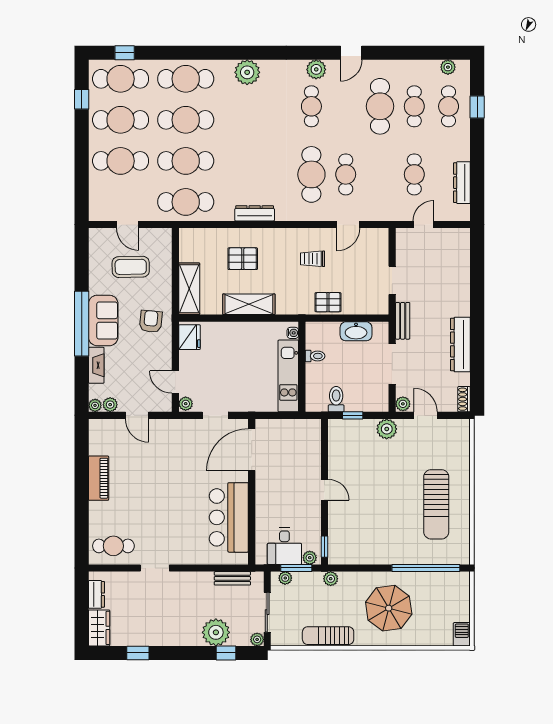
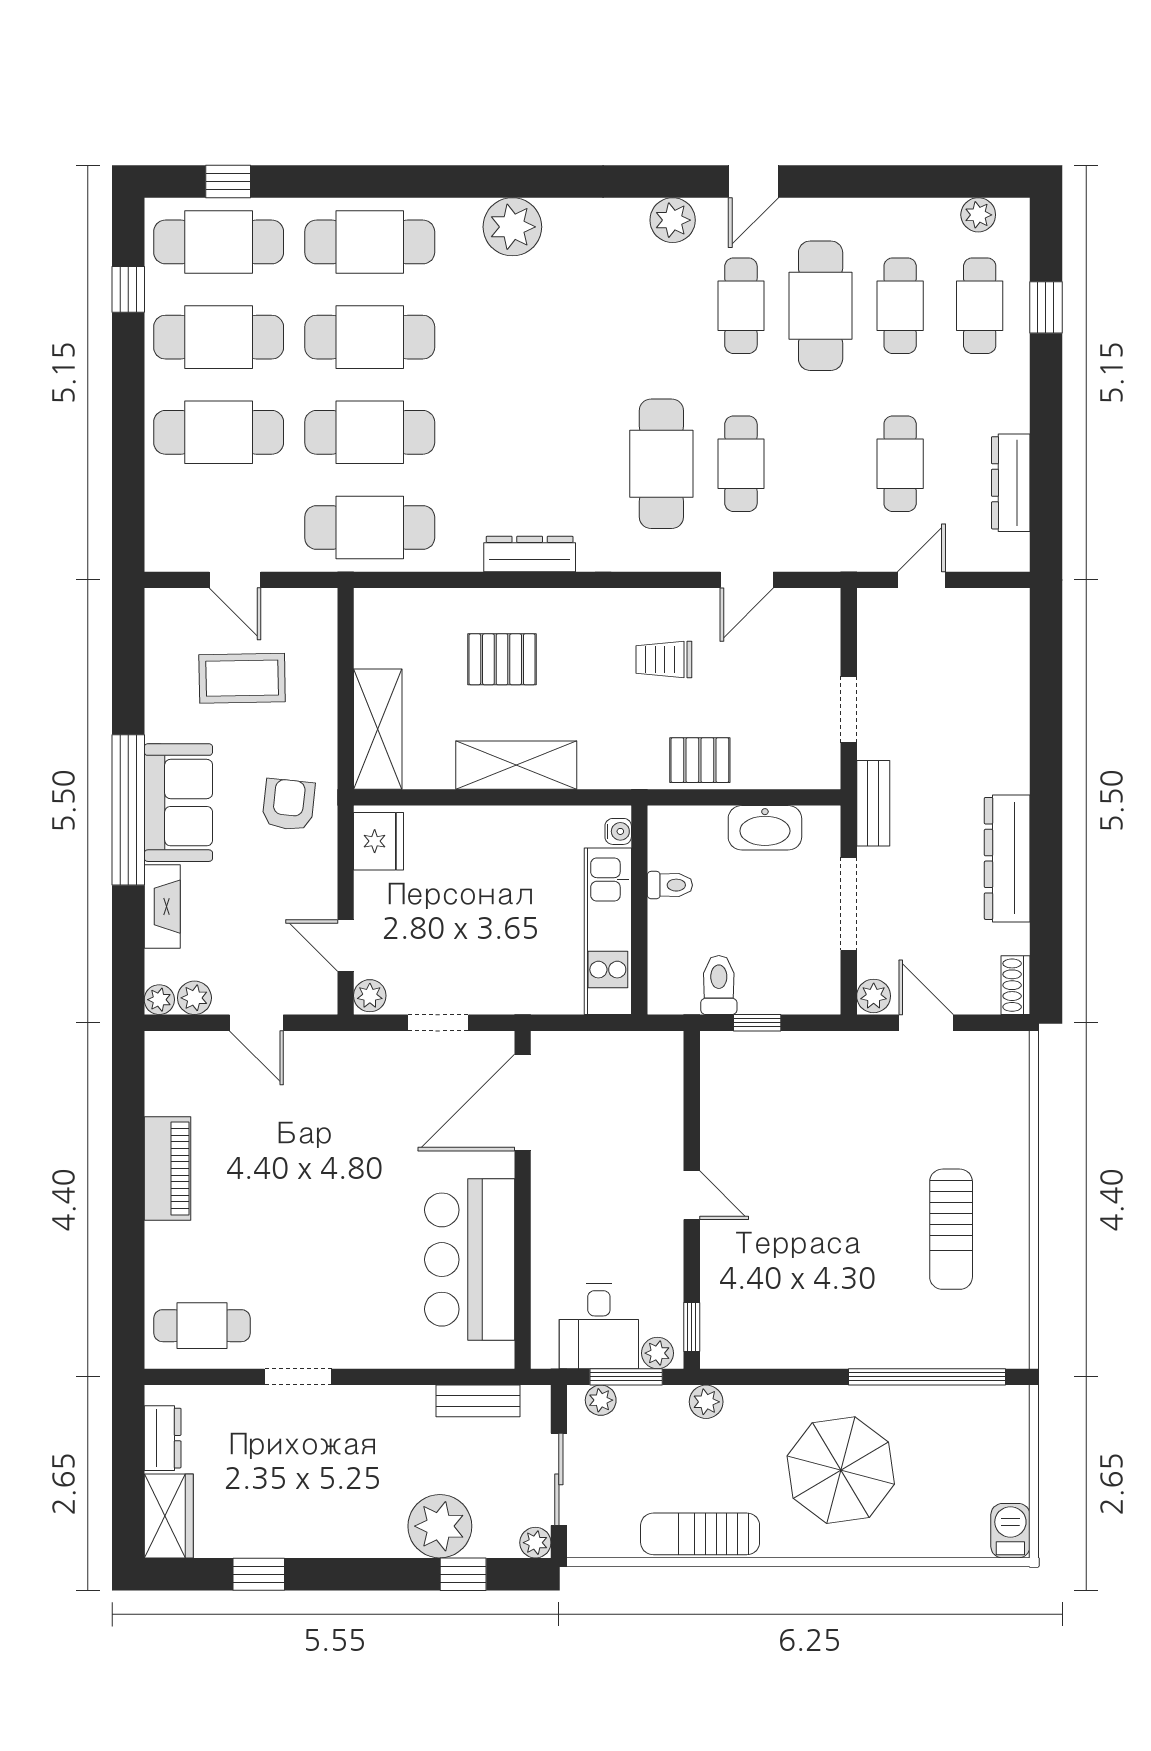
cafe table: (311, 106) -> (741, 306), moved
plant: (387, 429) -> (836, 1054), removed
sun lounger: (436, 504) -> (951, 1229), width x0.73, depth x0.75

